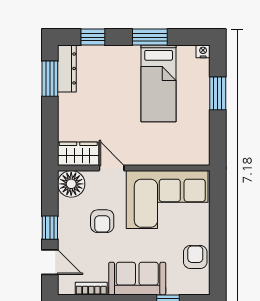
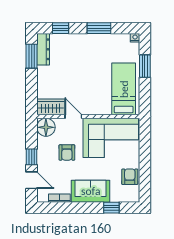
bed: (159, 83) -> (124, 89), moved, turned 180

